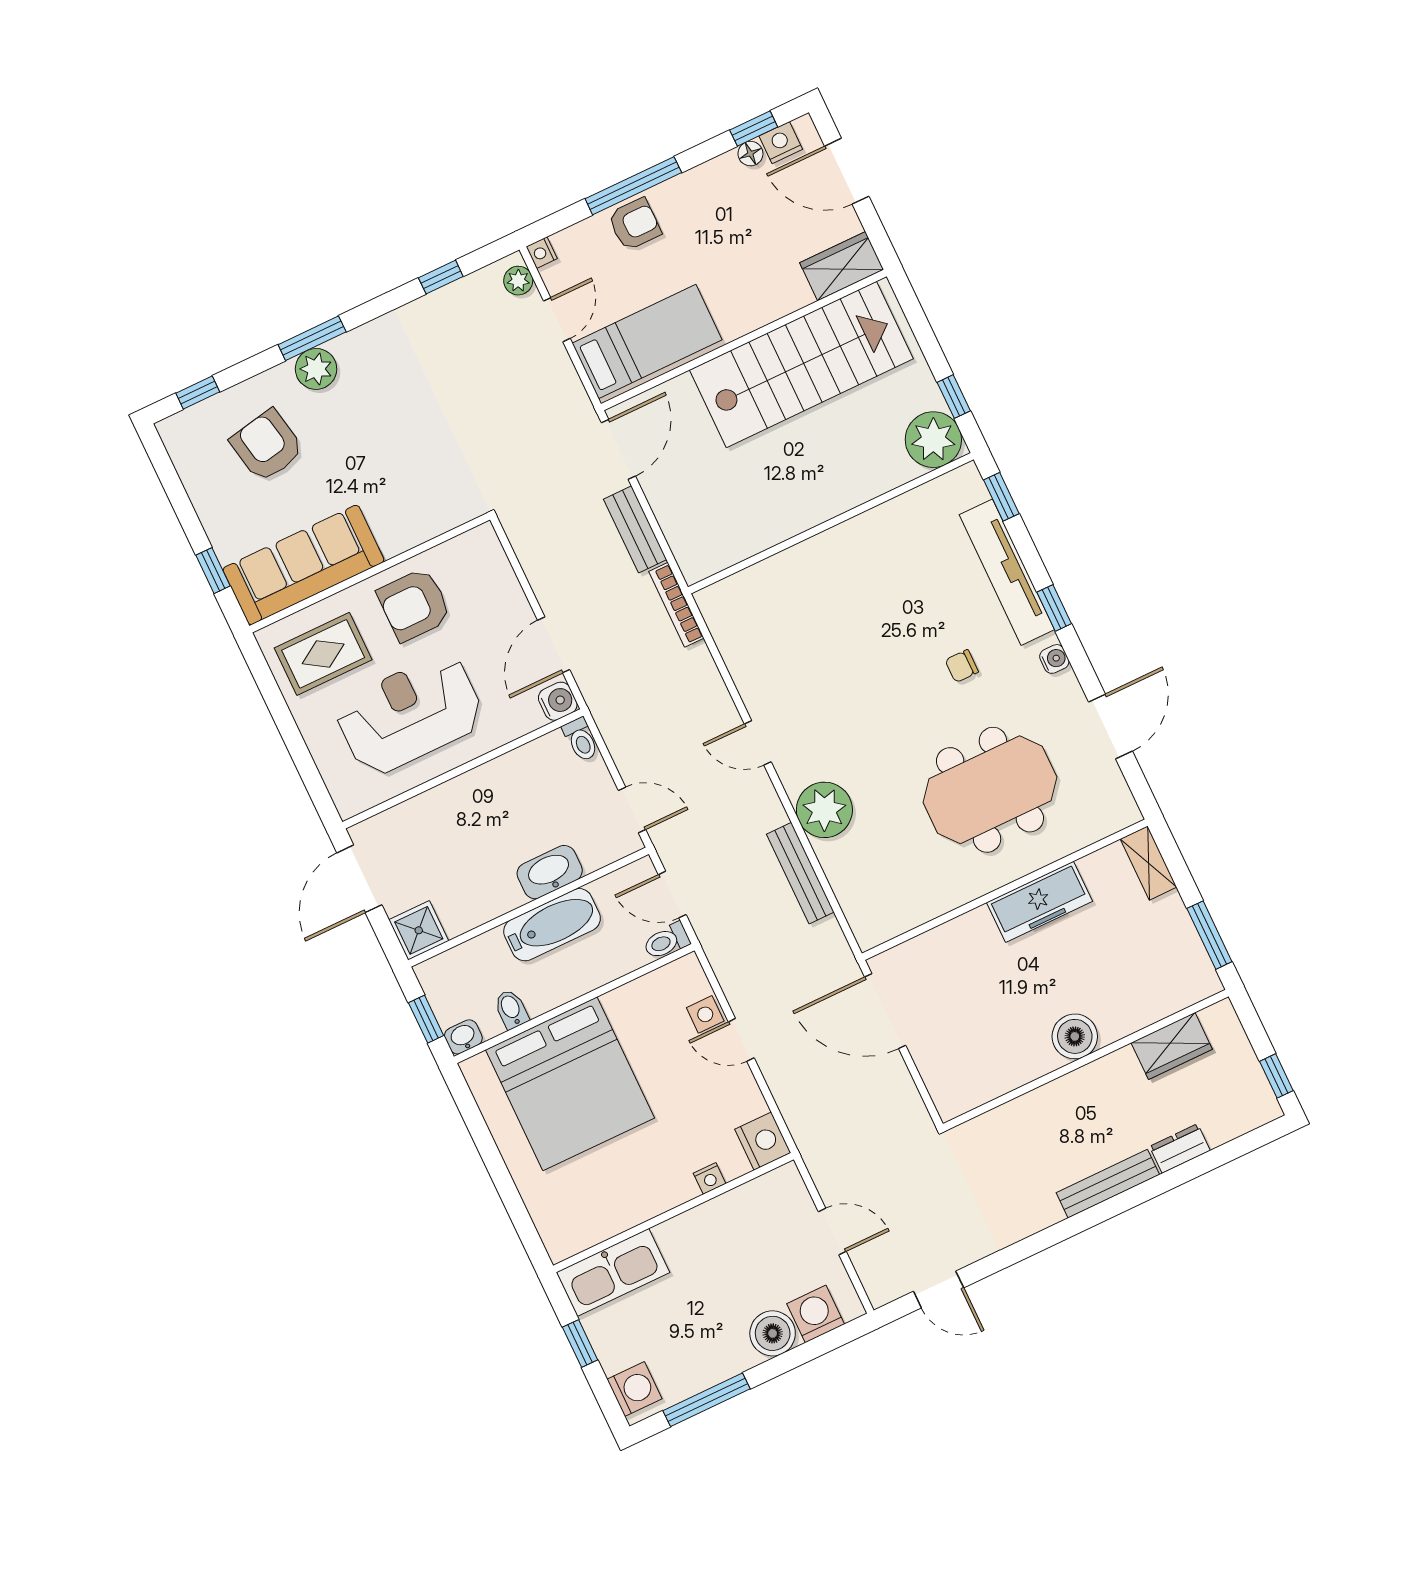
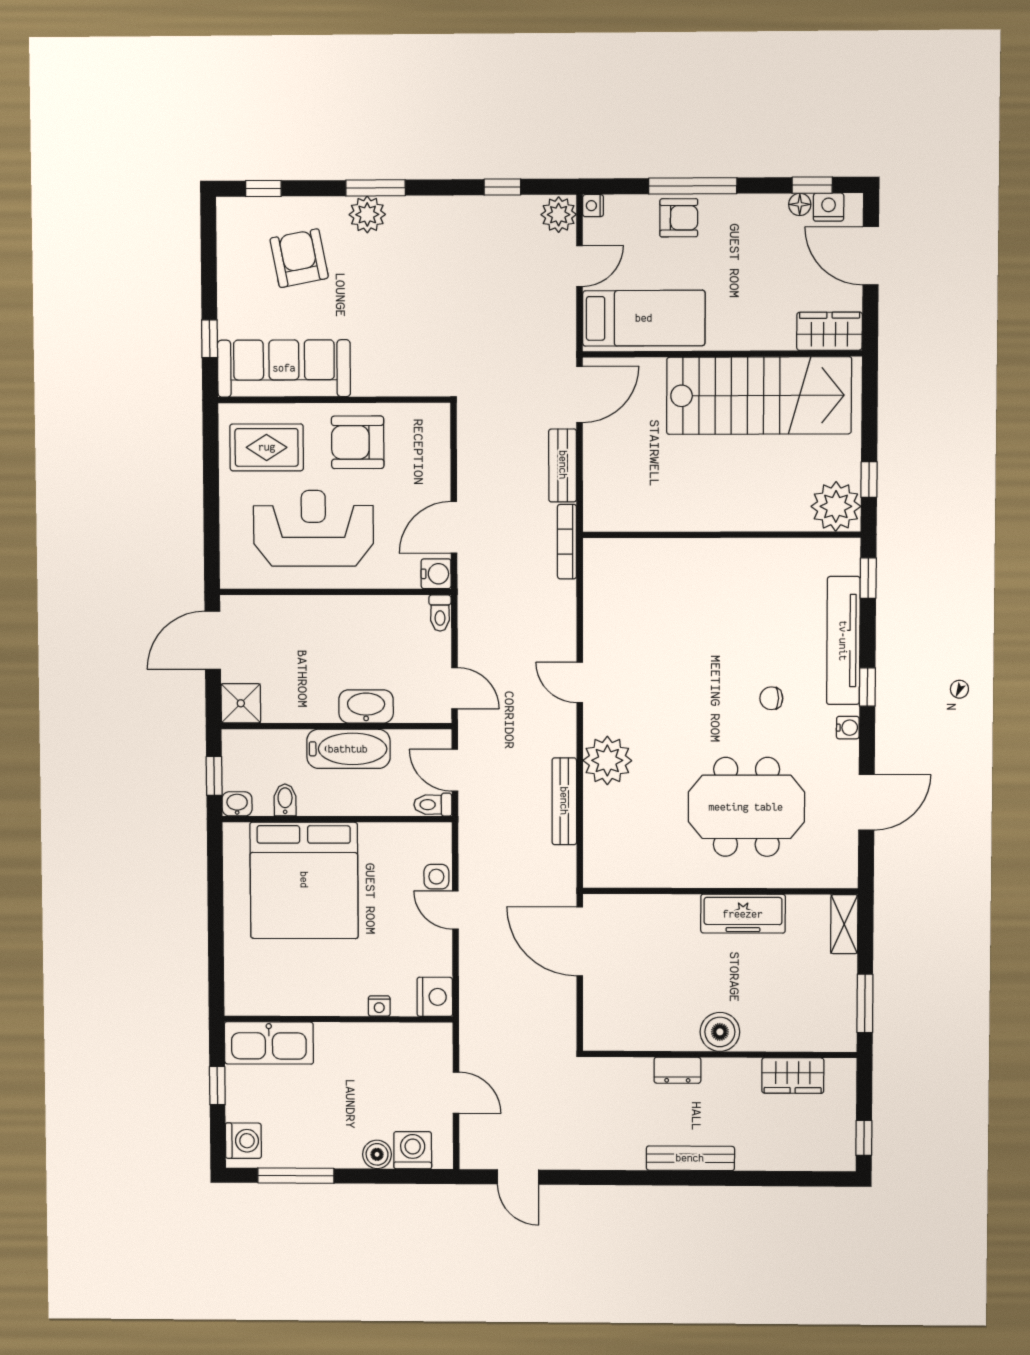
plant: (518, 281) -> (559, 215), width x1.38, depth x1.38
dresser: (1180, 1148) -> (677, 1070), moved, turned 180
boiler: (773, 1333) -> (377, 1154), width x0.73, depth x0.73

